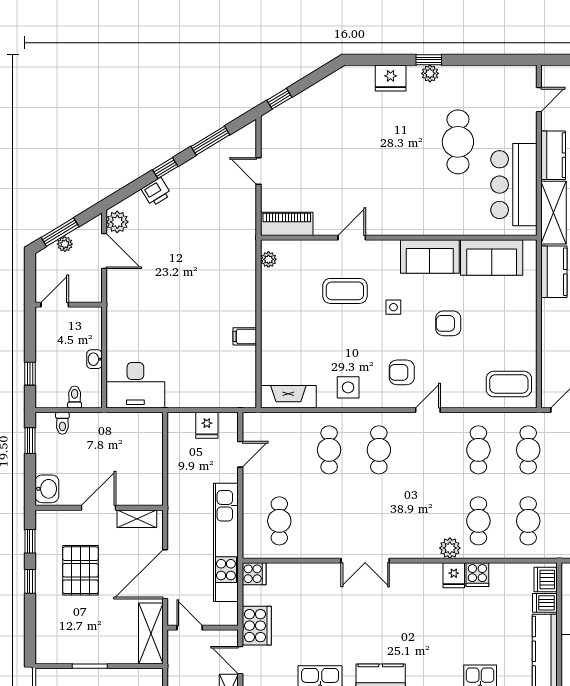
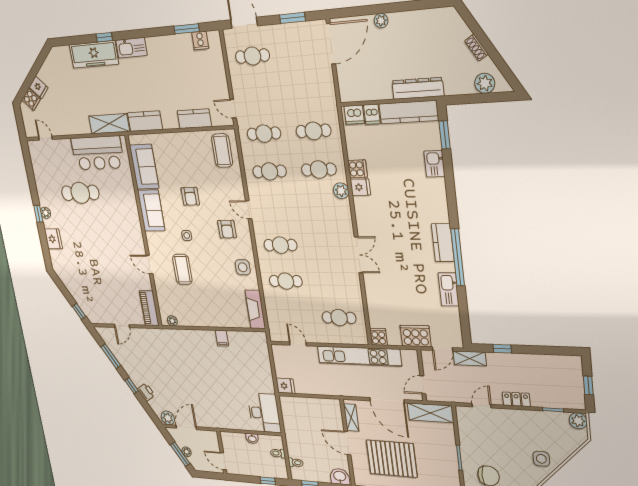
kitchen counter: (553, 155) -> (194, 119), moved
fridge: (207, 425) -> (285, 386), moved
pallet: (80, 570) -> (392, 459), width x1.37, depth x1.41

